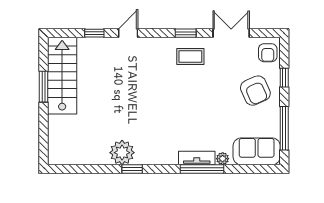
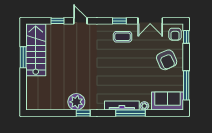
door: (128, 33) -> (80, 21), hinge flipped
double door: (231, 33) -> (150, 21), swing flipped
window: (284, 78) -> (186, 37), moved
tv unit: (197, 158) -> (122, 106), width x1.41

